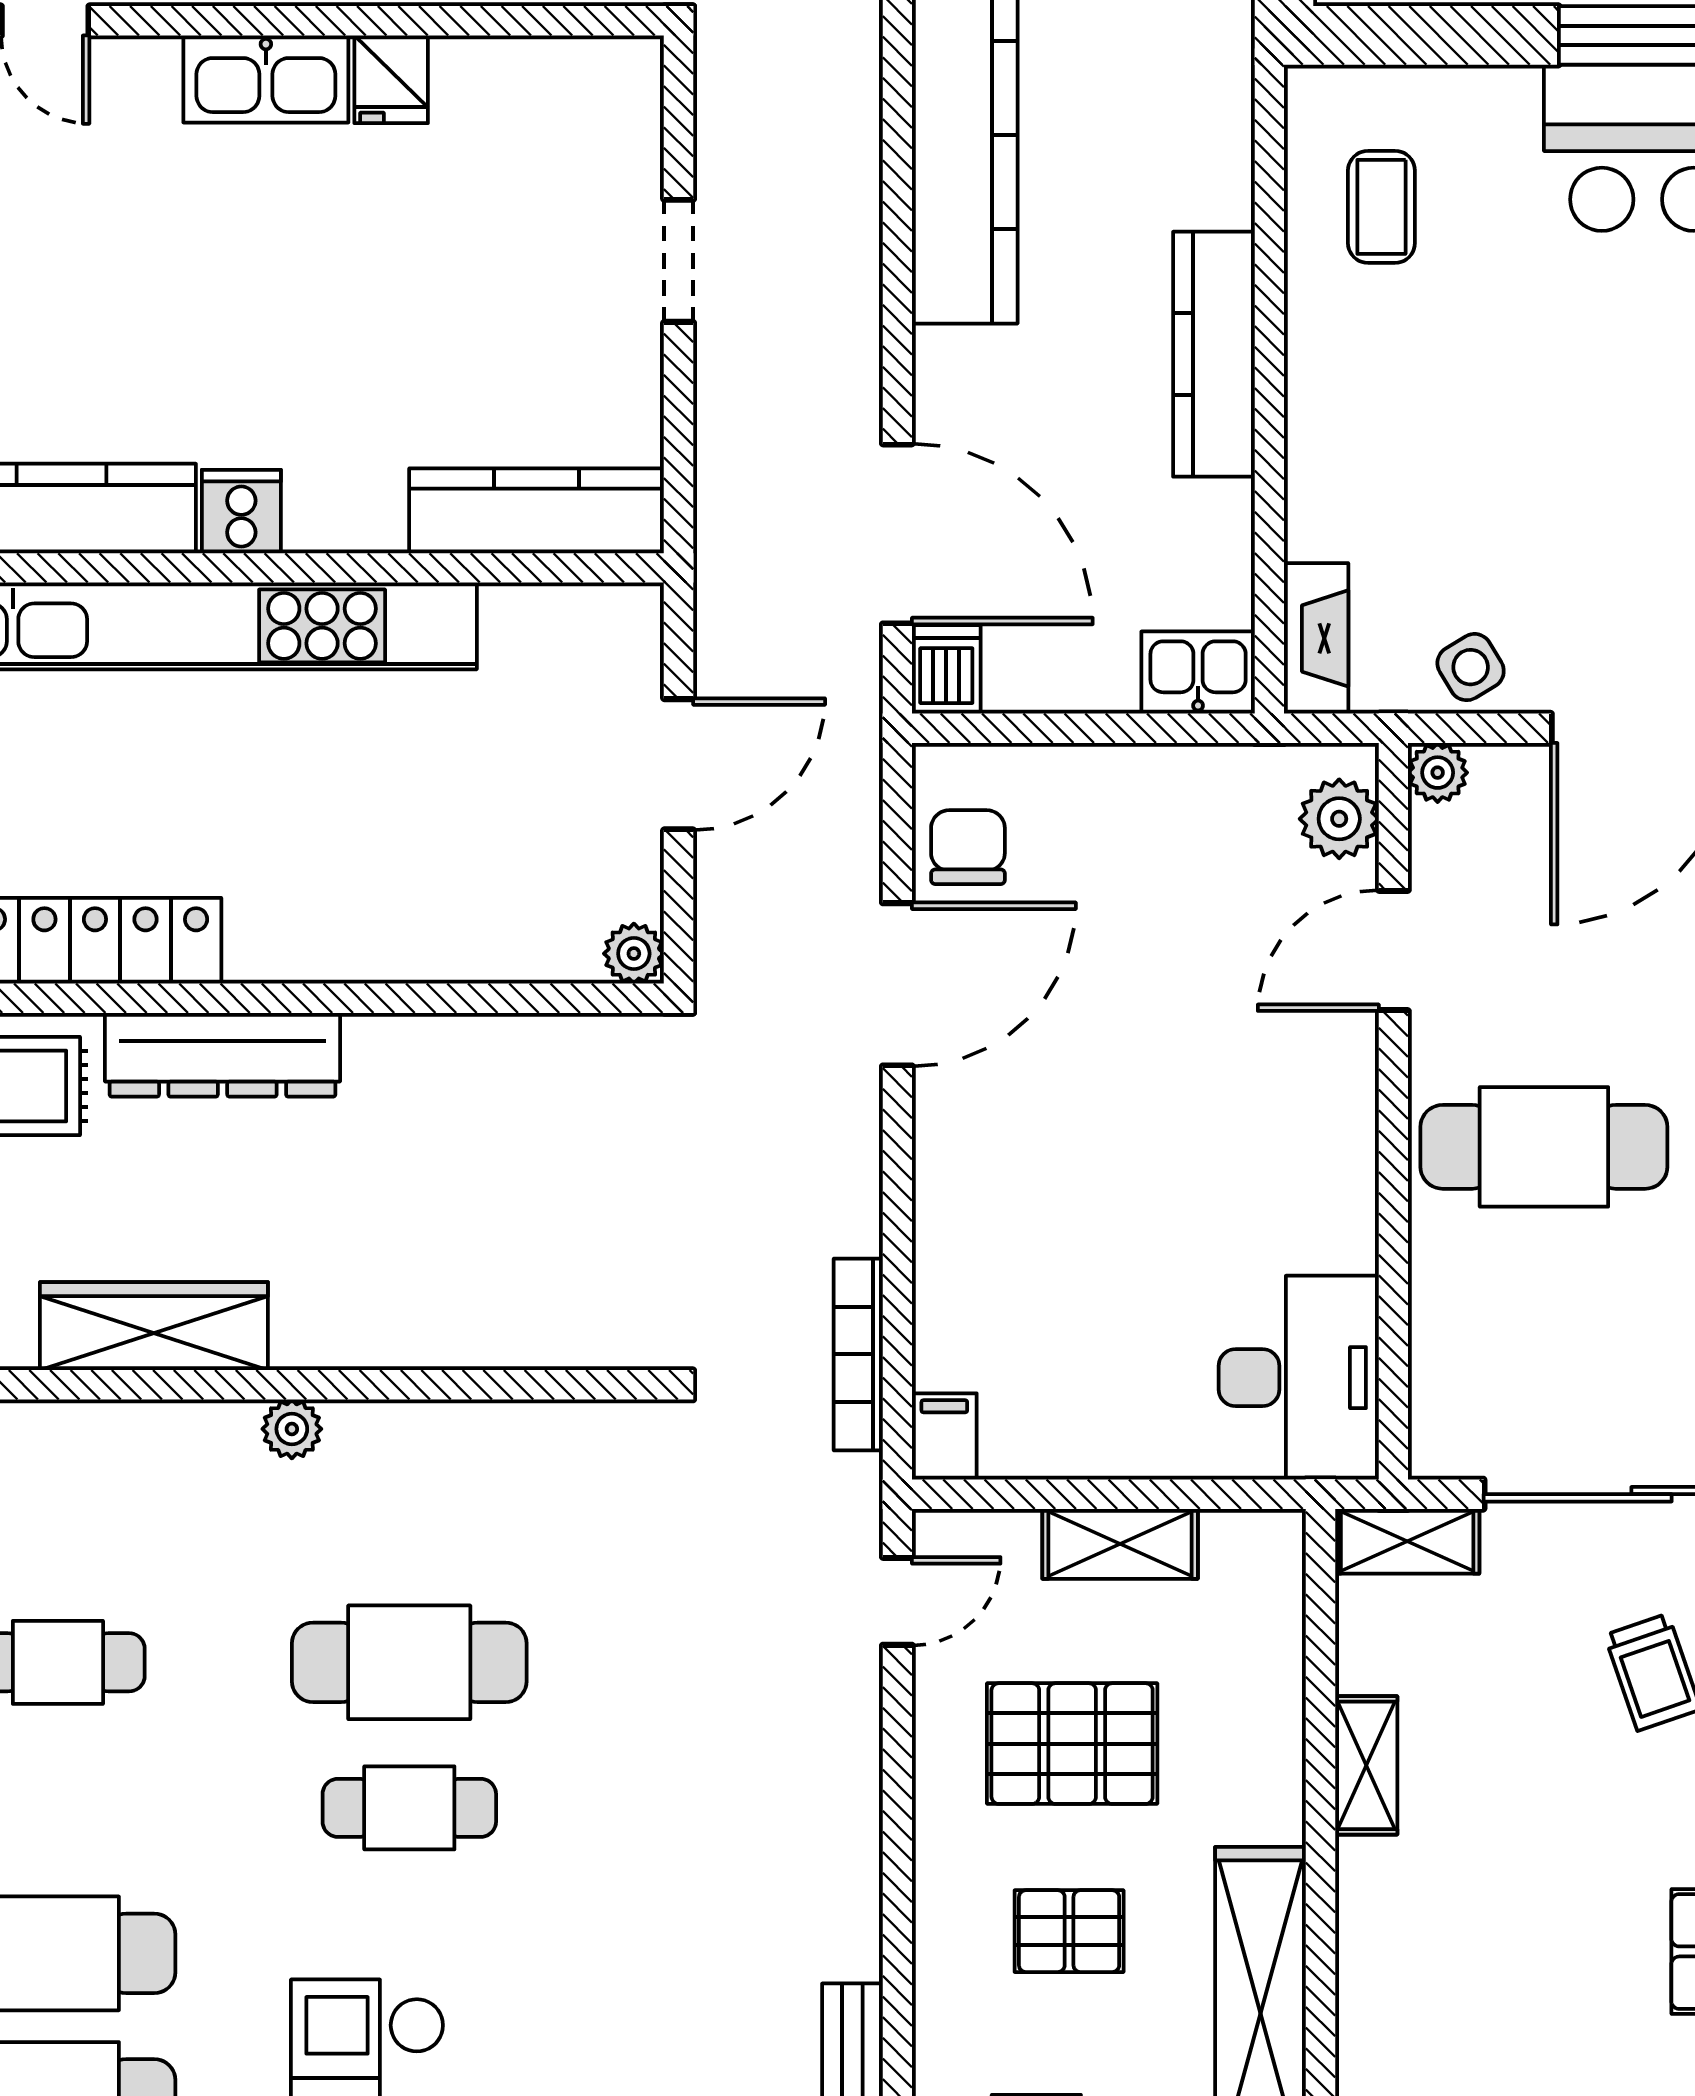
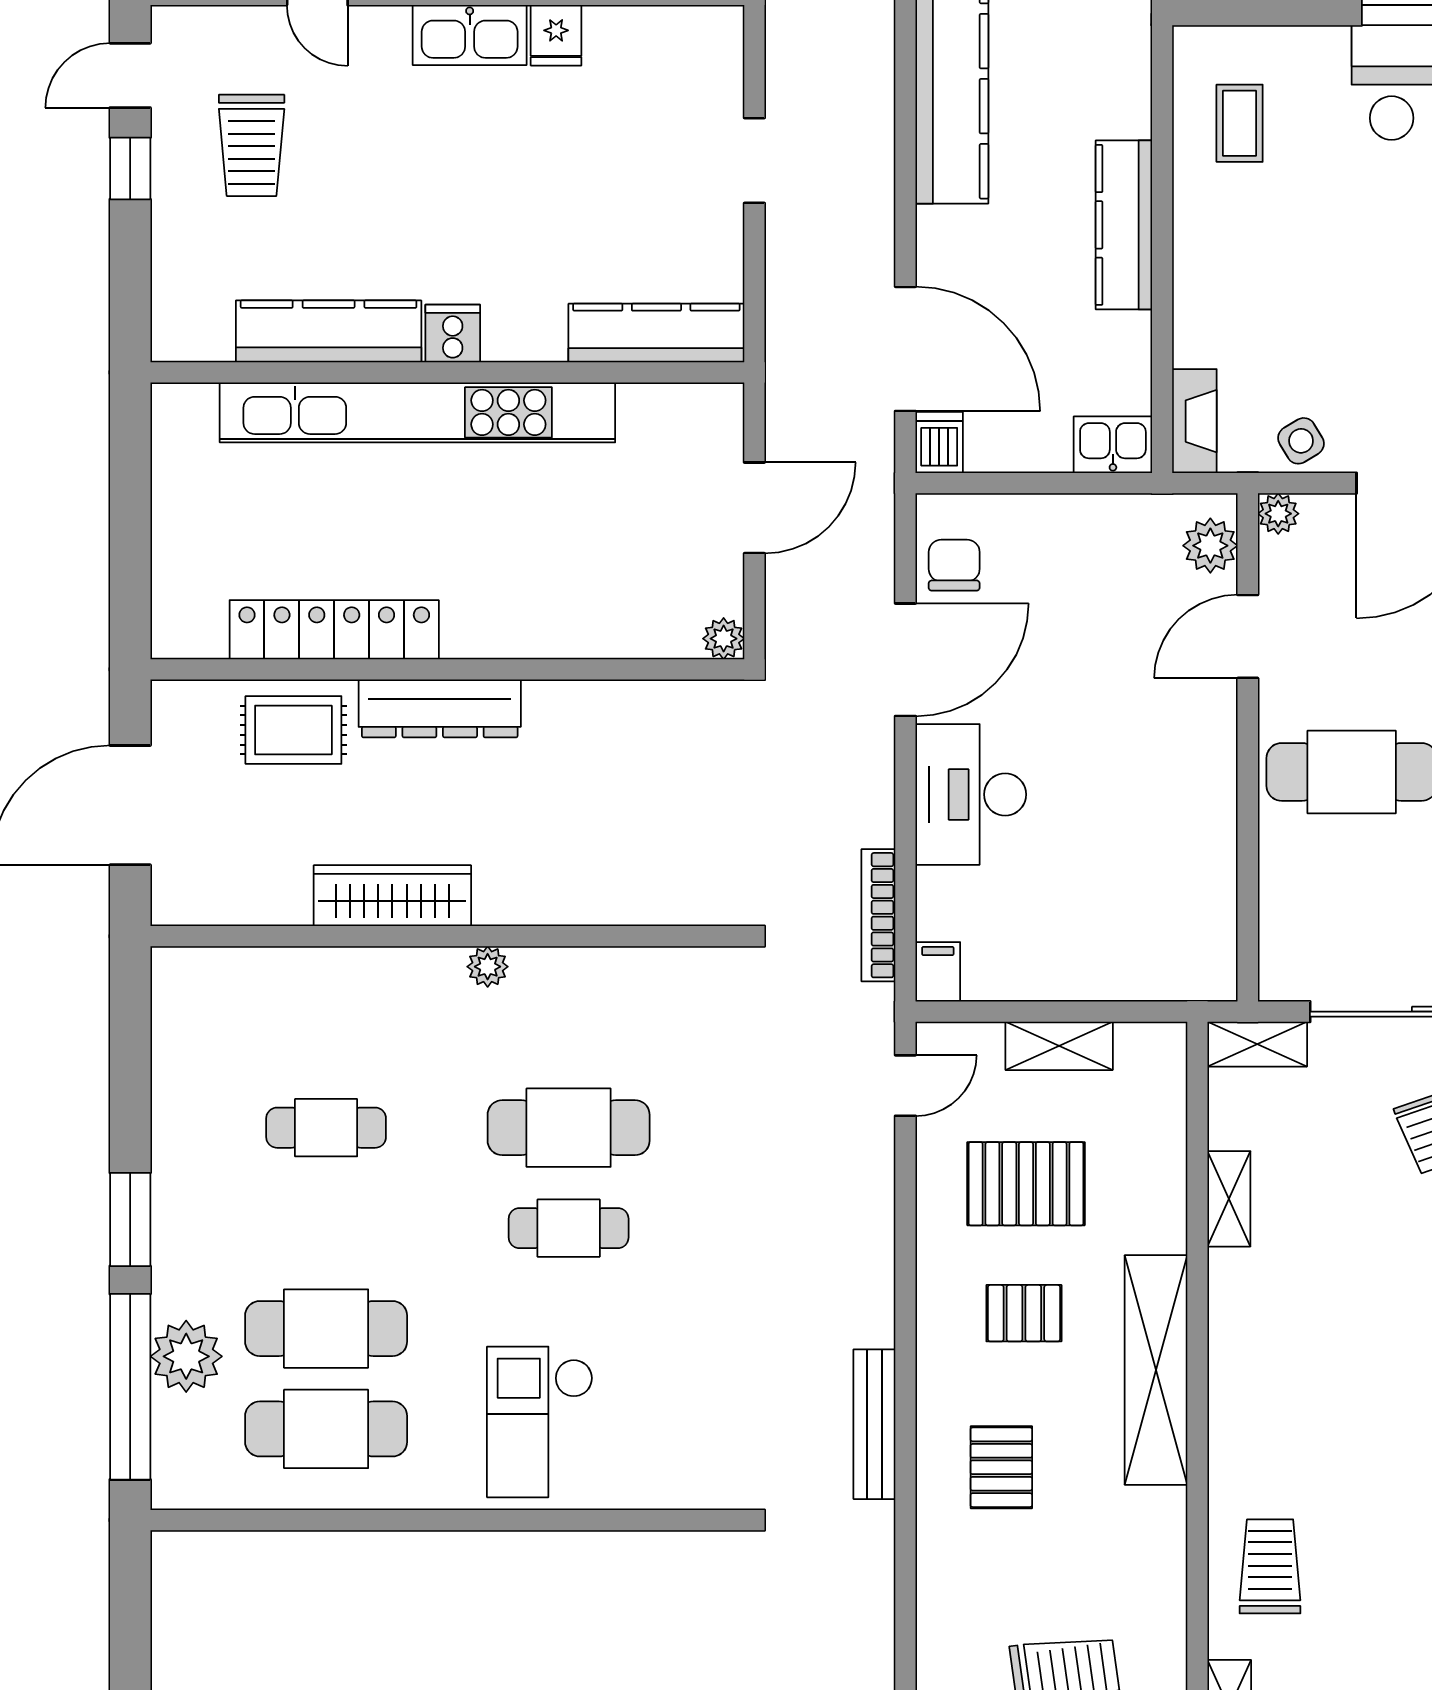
desk: (1299, 1378) -> (971, 794), moved, turned 180

